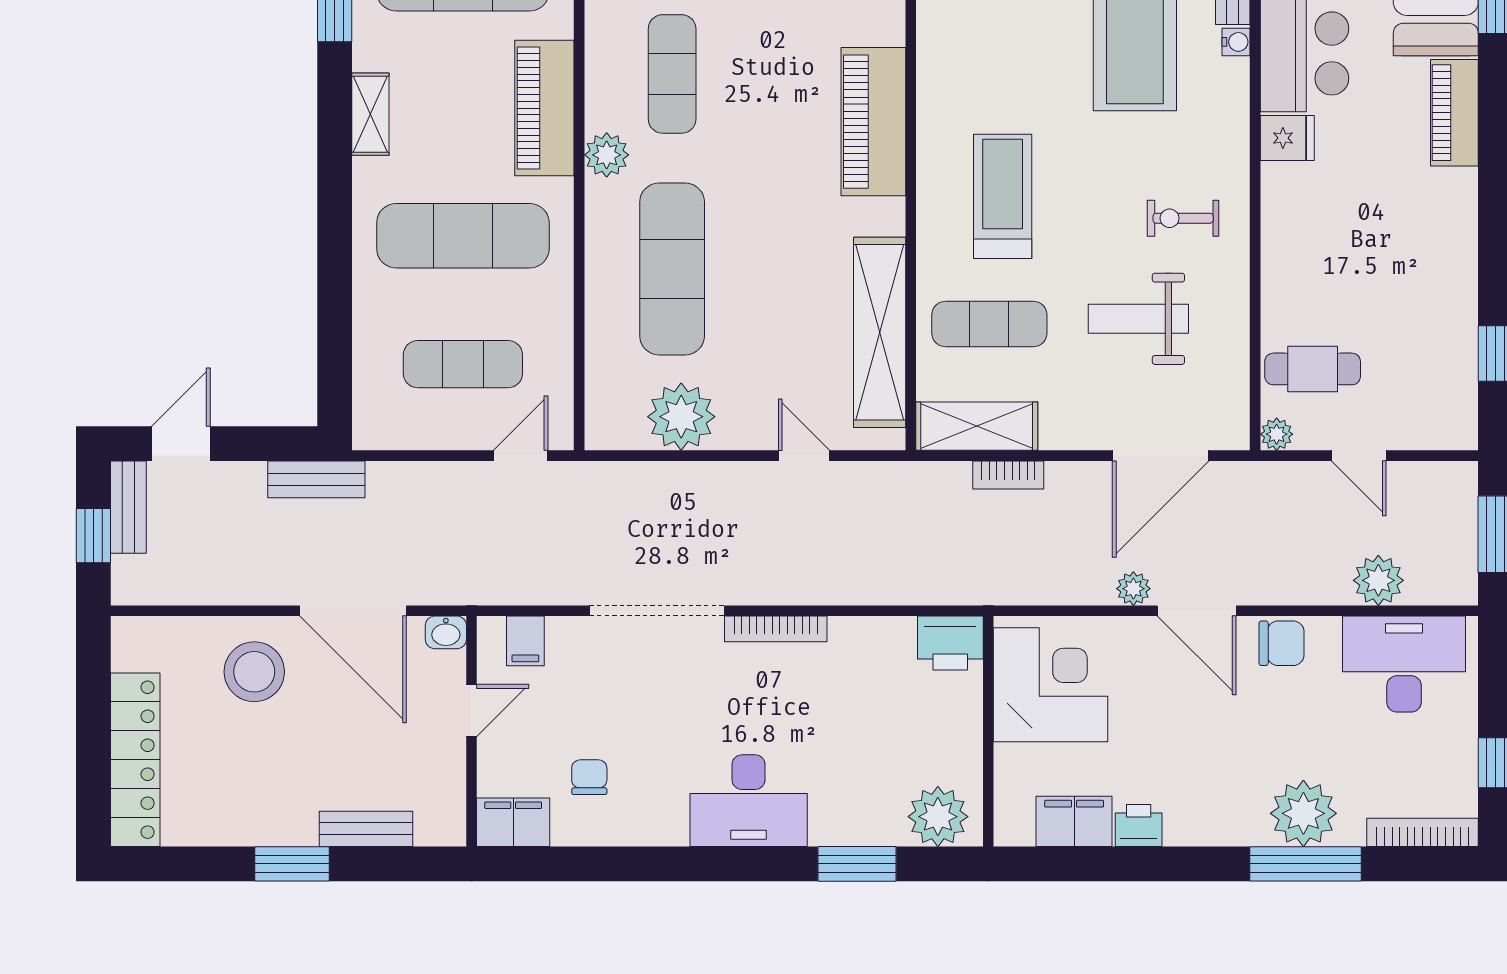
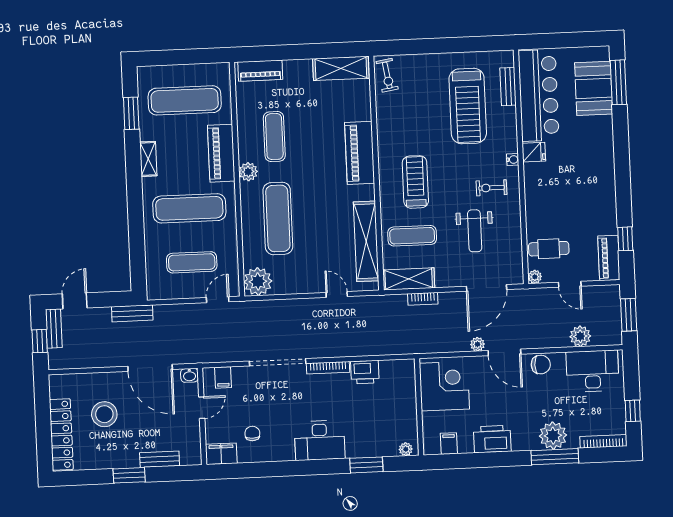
water cooler: (1236, 42) -> (513, 160), moved
piano: (1454, 113) -> (609, 258), moved
weight bench: (1138, 319) -> (475, 231), turned -90
plant: (681, 417) -> (258, 281), moved
printer: (950, 643) -> (365, 372), moved
stool: (254, 672) -> (104, 414), moved
plant: (938, 817) -> (406, 449), width x0.53, depth x0.53
filing cabinet: (1074, 821) -> (449, 443), width x0.50
printer: (1139, 826) -> (492, 439), width x1.87, depth x1.48

